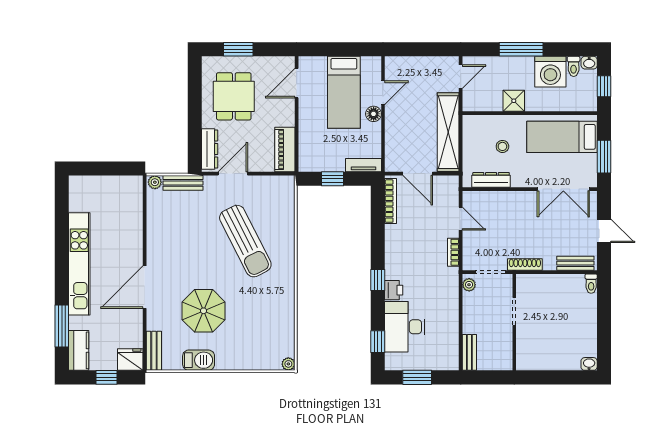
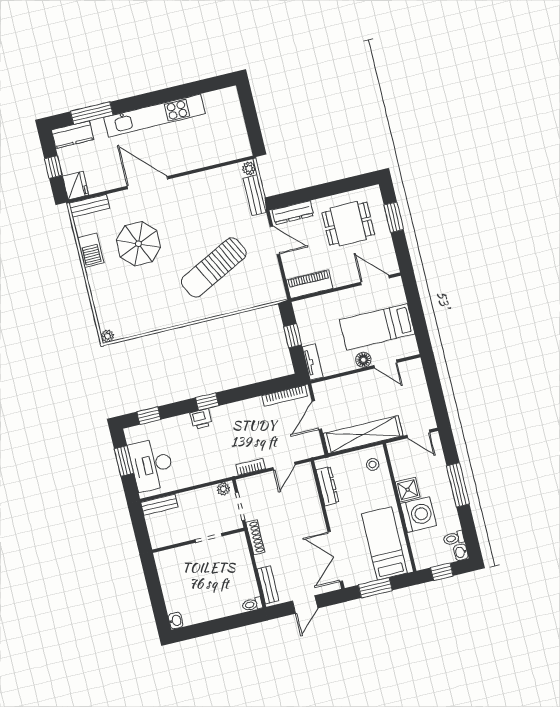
washing machine: (550, 72) -> (418, 515), moved, turned 180
stool: (502, 146) -> (373, 464), moved
desk: (405, 327) -> (152, 465), moved, turned -90

